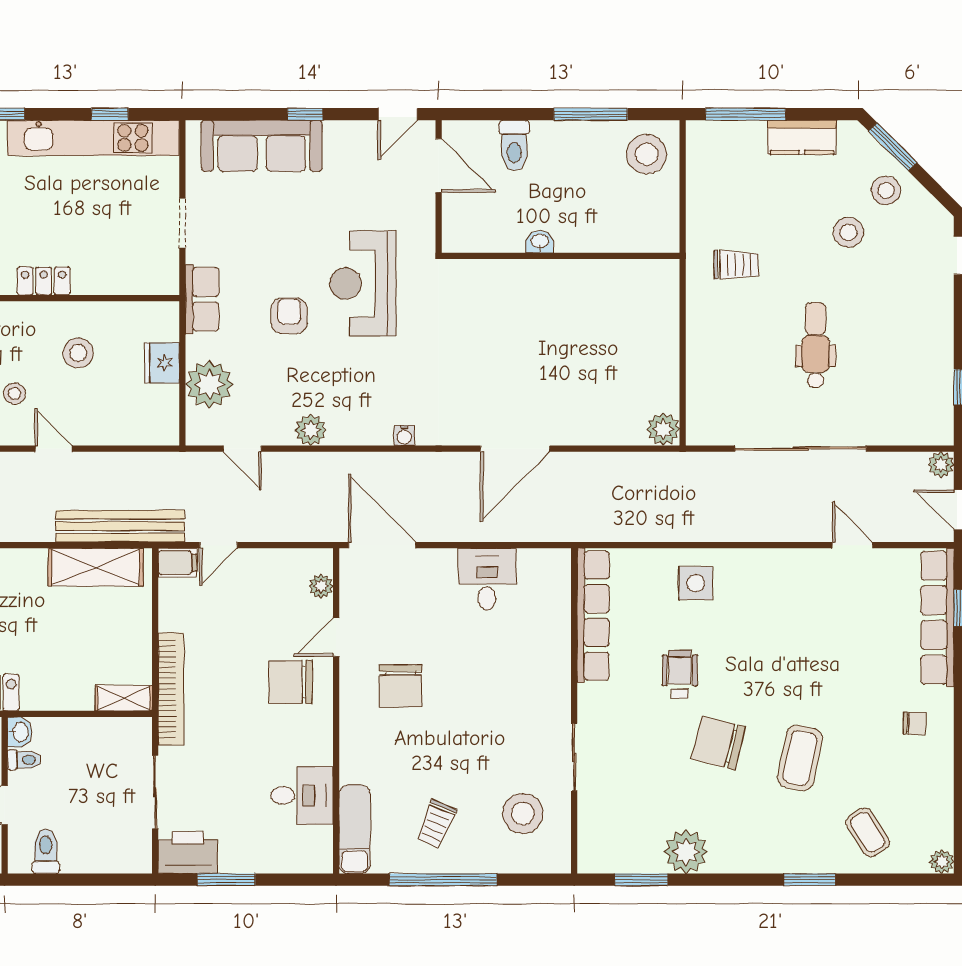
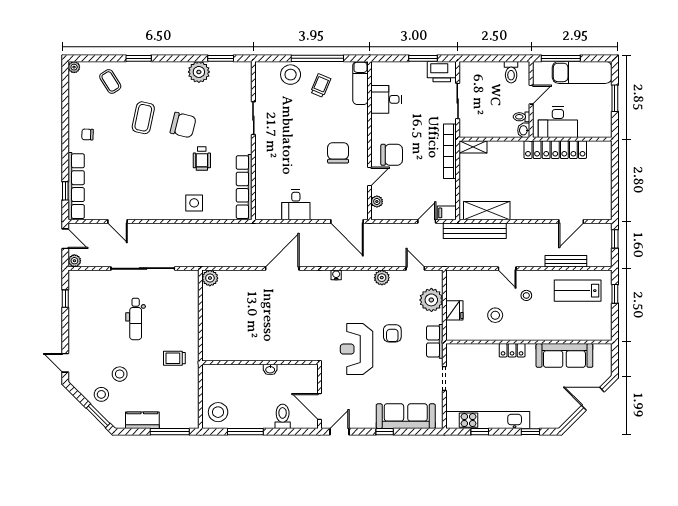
reception desk: (363, 283) -> (357, 349), turned 180
stool: (523, 813) -> (291, 75), moved

